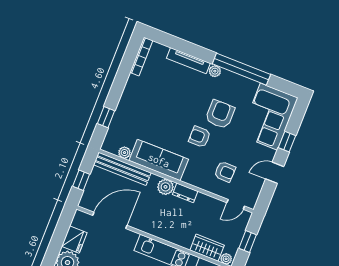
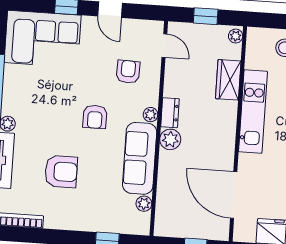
armchair: (220, 114) -> (61, 172), moved, turned 180
bench: (122, 169) -> (165, 200), removed
plant: (188, 178) -> (151, 115), added
wardrobe: (207, 248) -> (228, 80), moved

